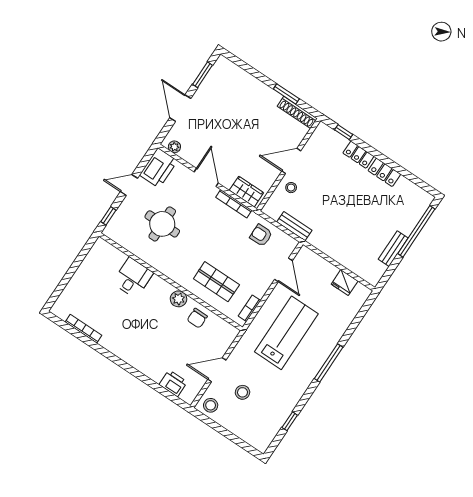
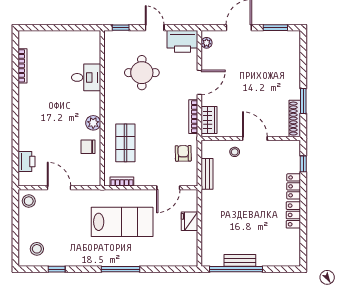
window: (416, 231) -> (236, 269), moved
fridge: (345, 283) -> (190, 221), moved
stool: (242, 392) -> (37, 249), moved

